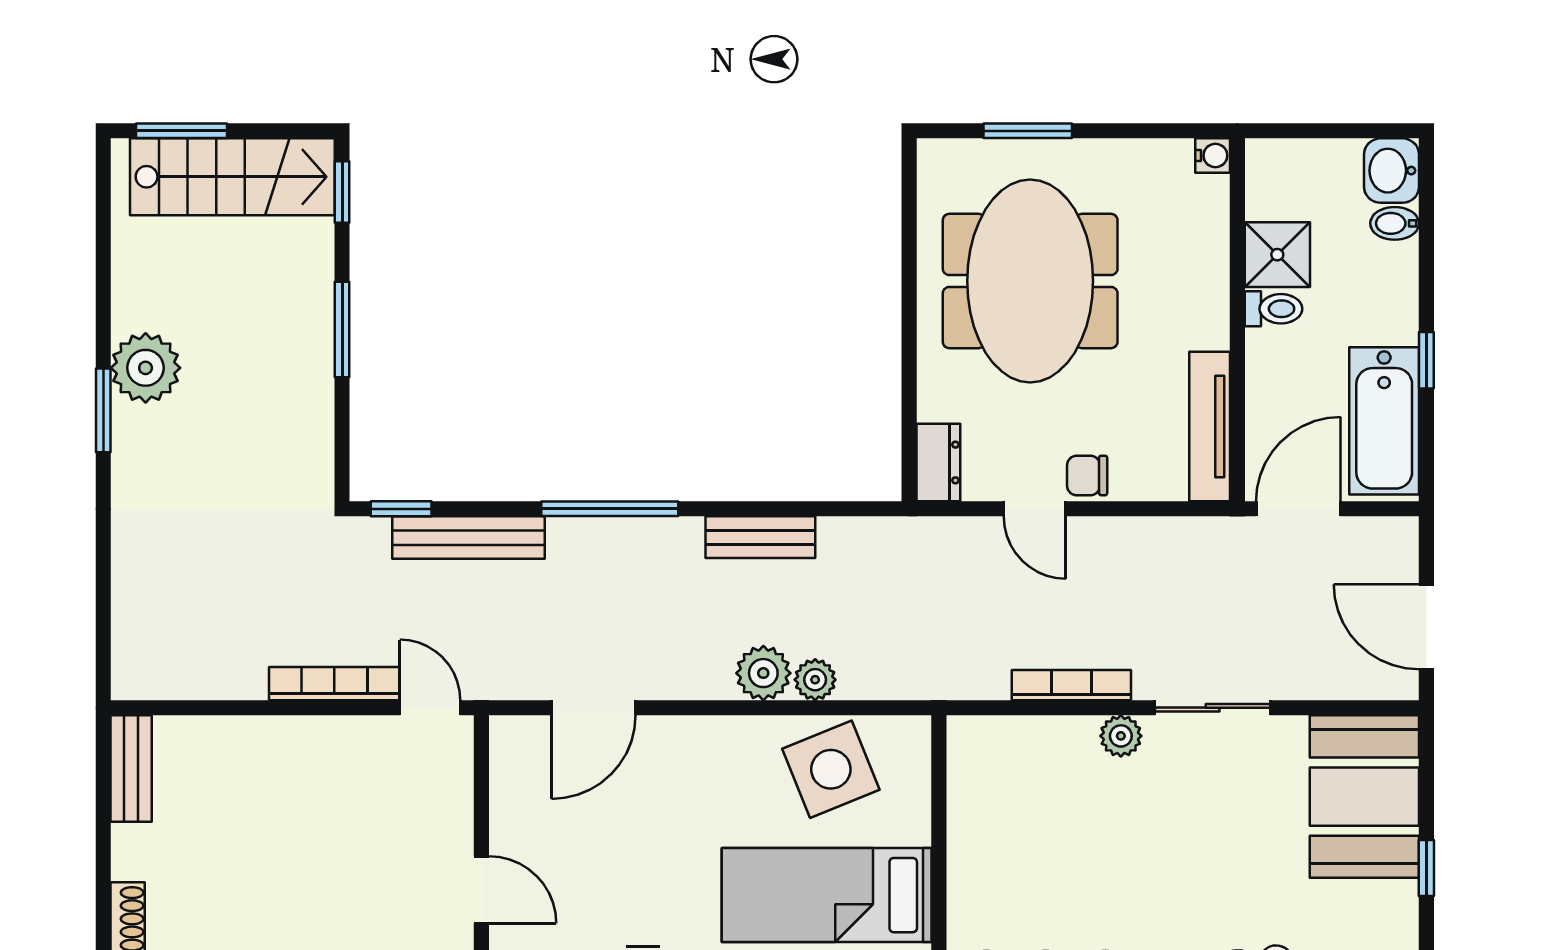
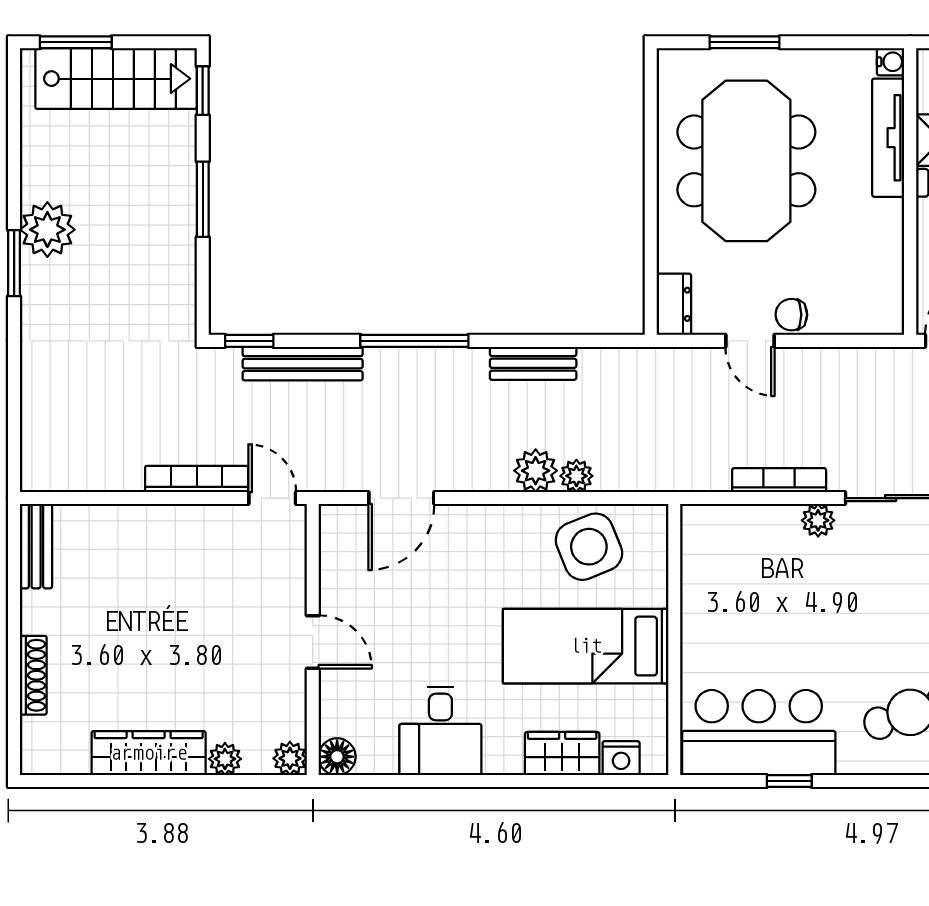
tv unit: (1210, 426) -> (888, 138), moved

